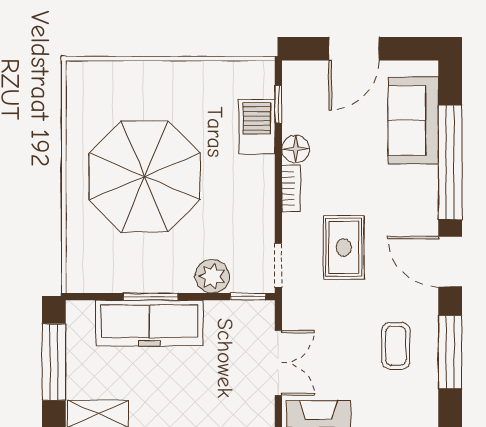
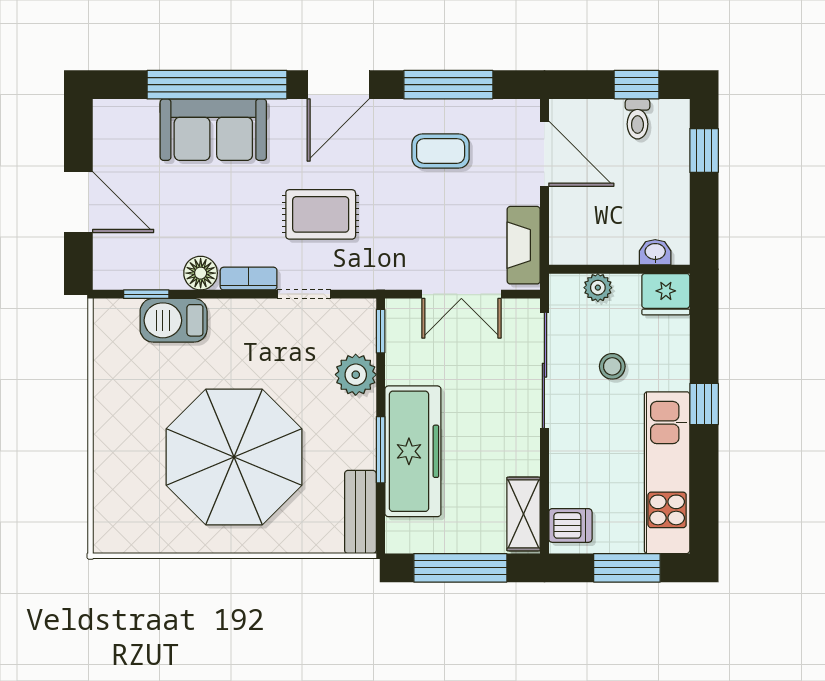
sofa: (413, 120) -> (213, 130), moved
doorway: (278, 265) -> (304, 294), moved
bench: (100, 280) -> (360, 512), added
double door: (278, 363) -> (461, 294), swing flipped

